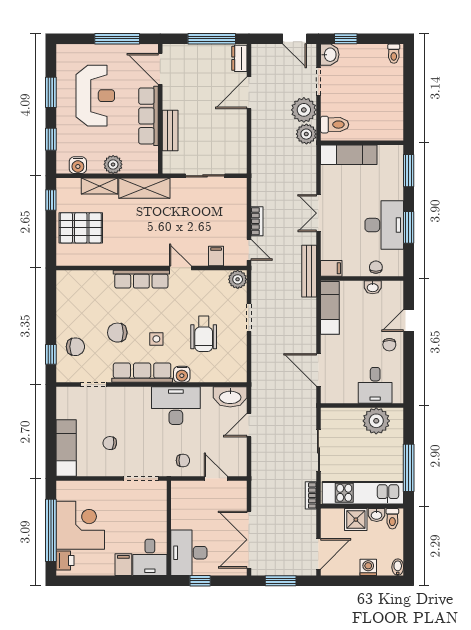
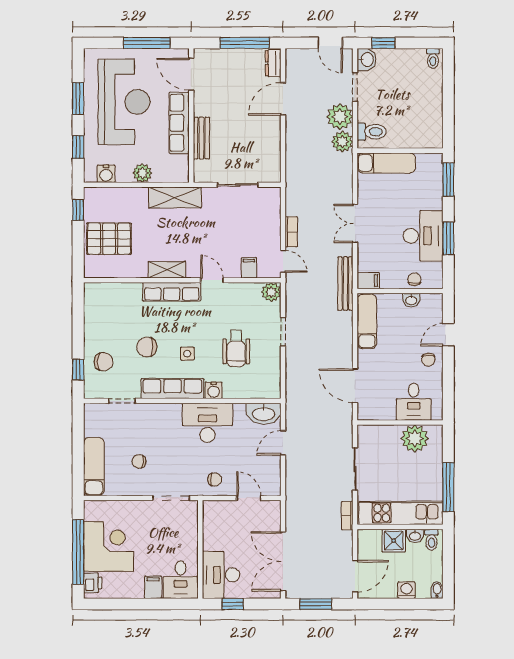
reception desk: (95, 96) -> (124, 102), width x1.36, depth x1.30
shelving: (100, 186) -> (167, 270), moved

